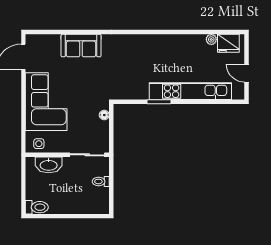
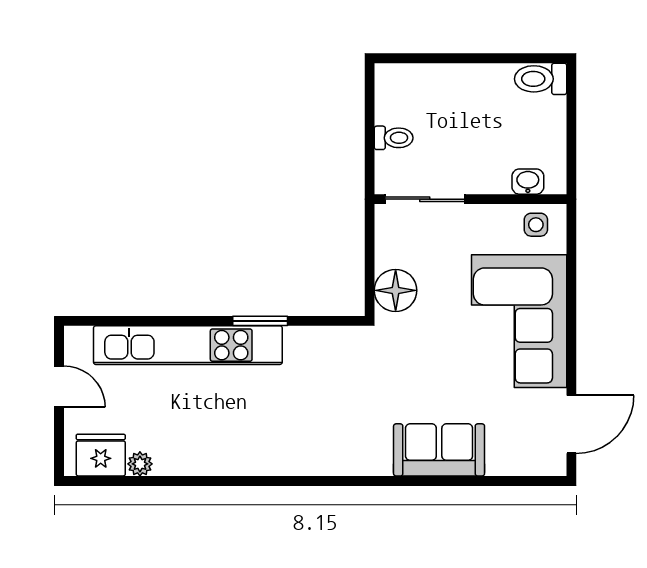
floor lamp: (104, 115) -> (396, 290), width x1.89, depth x1.89
washbasin: (49, 165) -> (528, 182), width x0.52, depth x0.69

